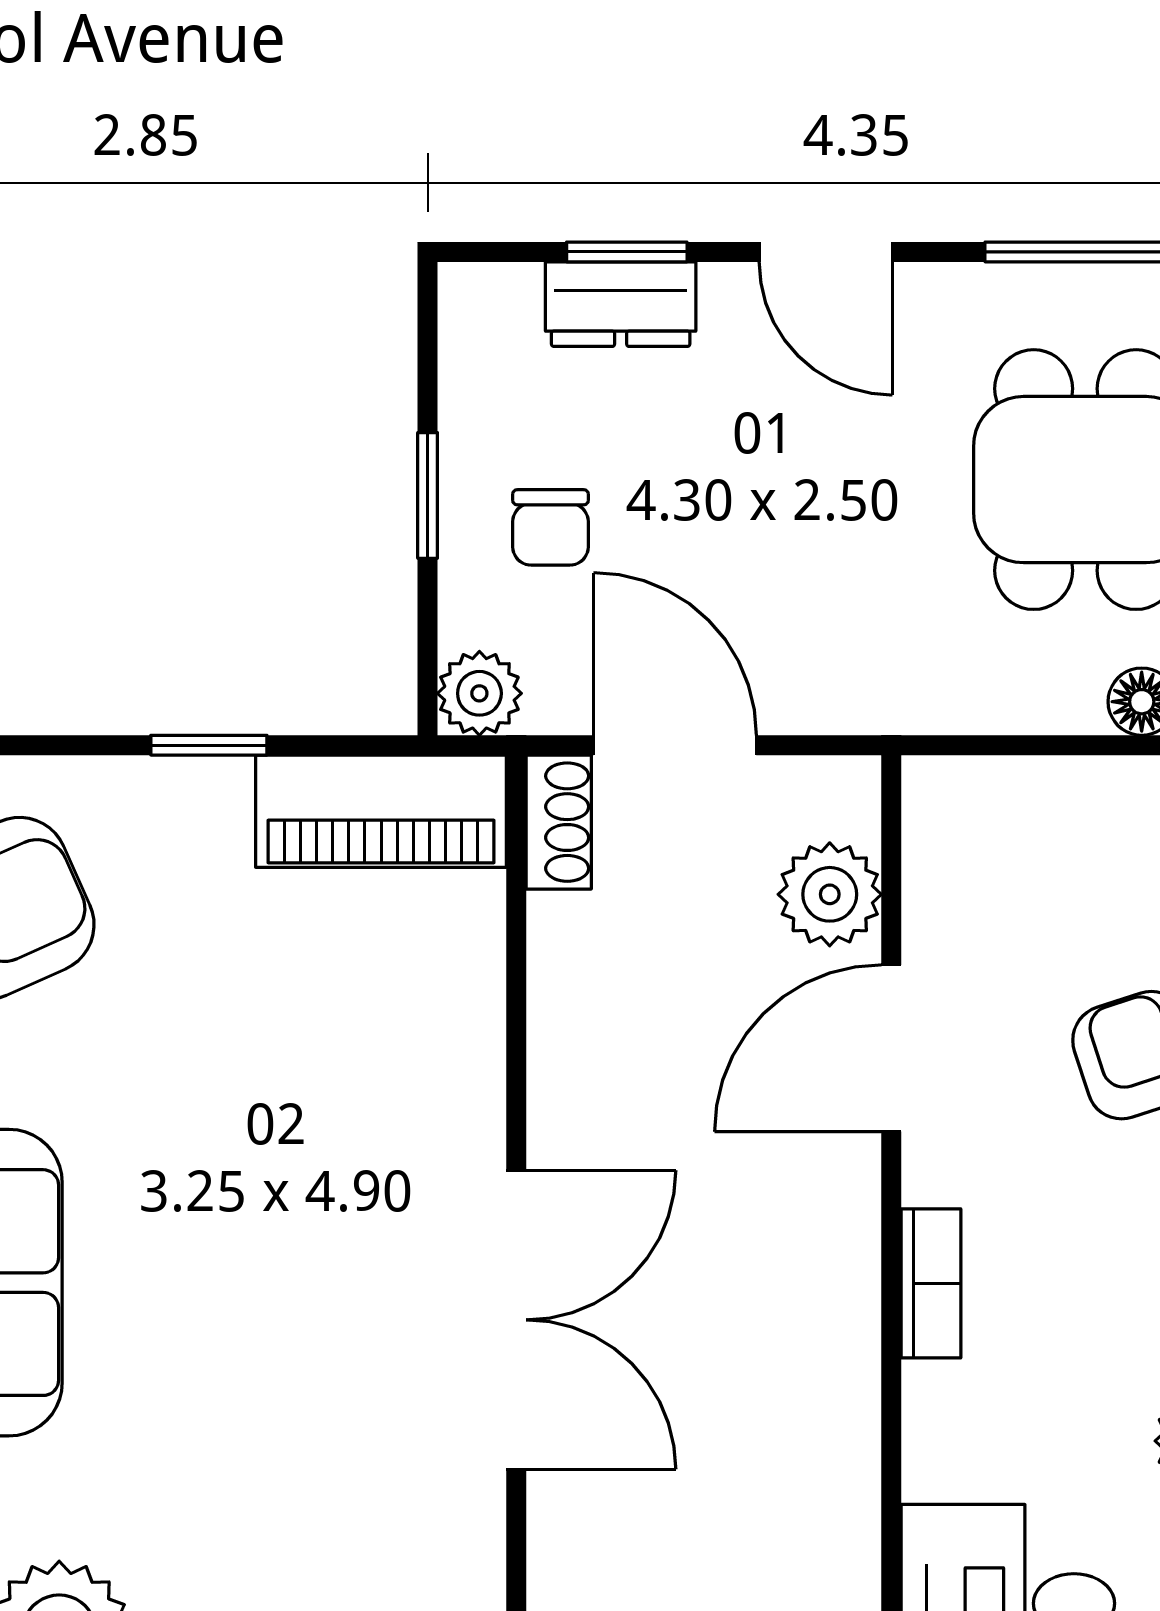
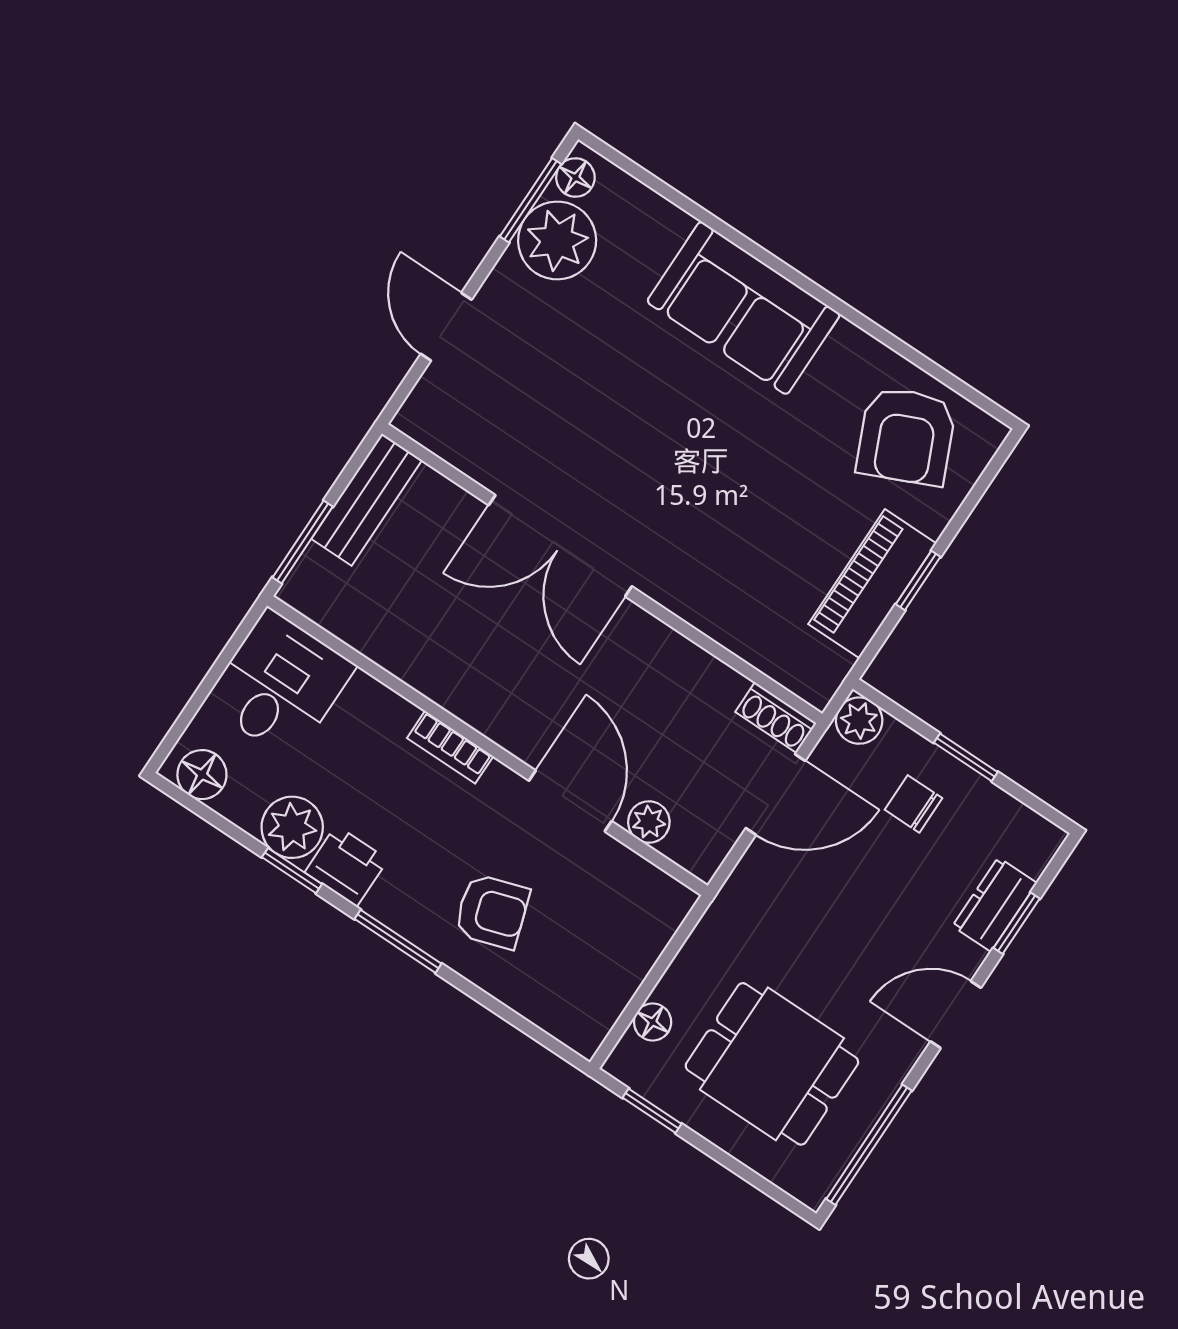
piano: (381, 811) -> (872, 584), moved
plant: (830, 894) -> (649, 822), width x0.73, depth x0.73

